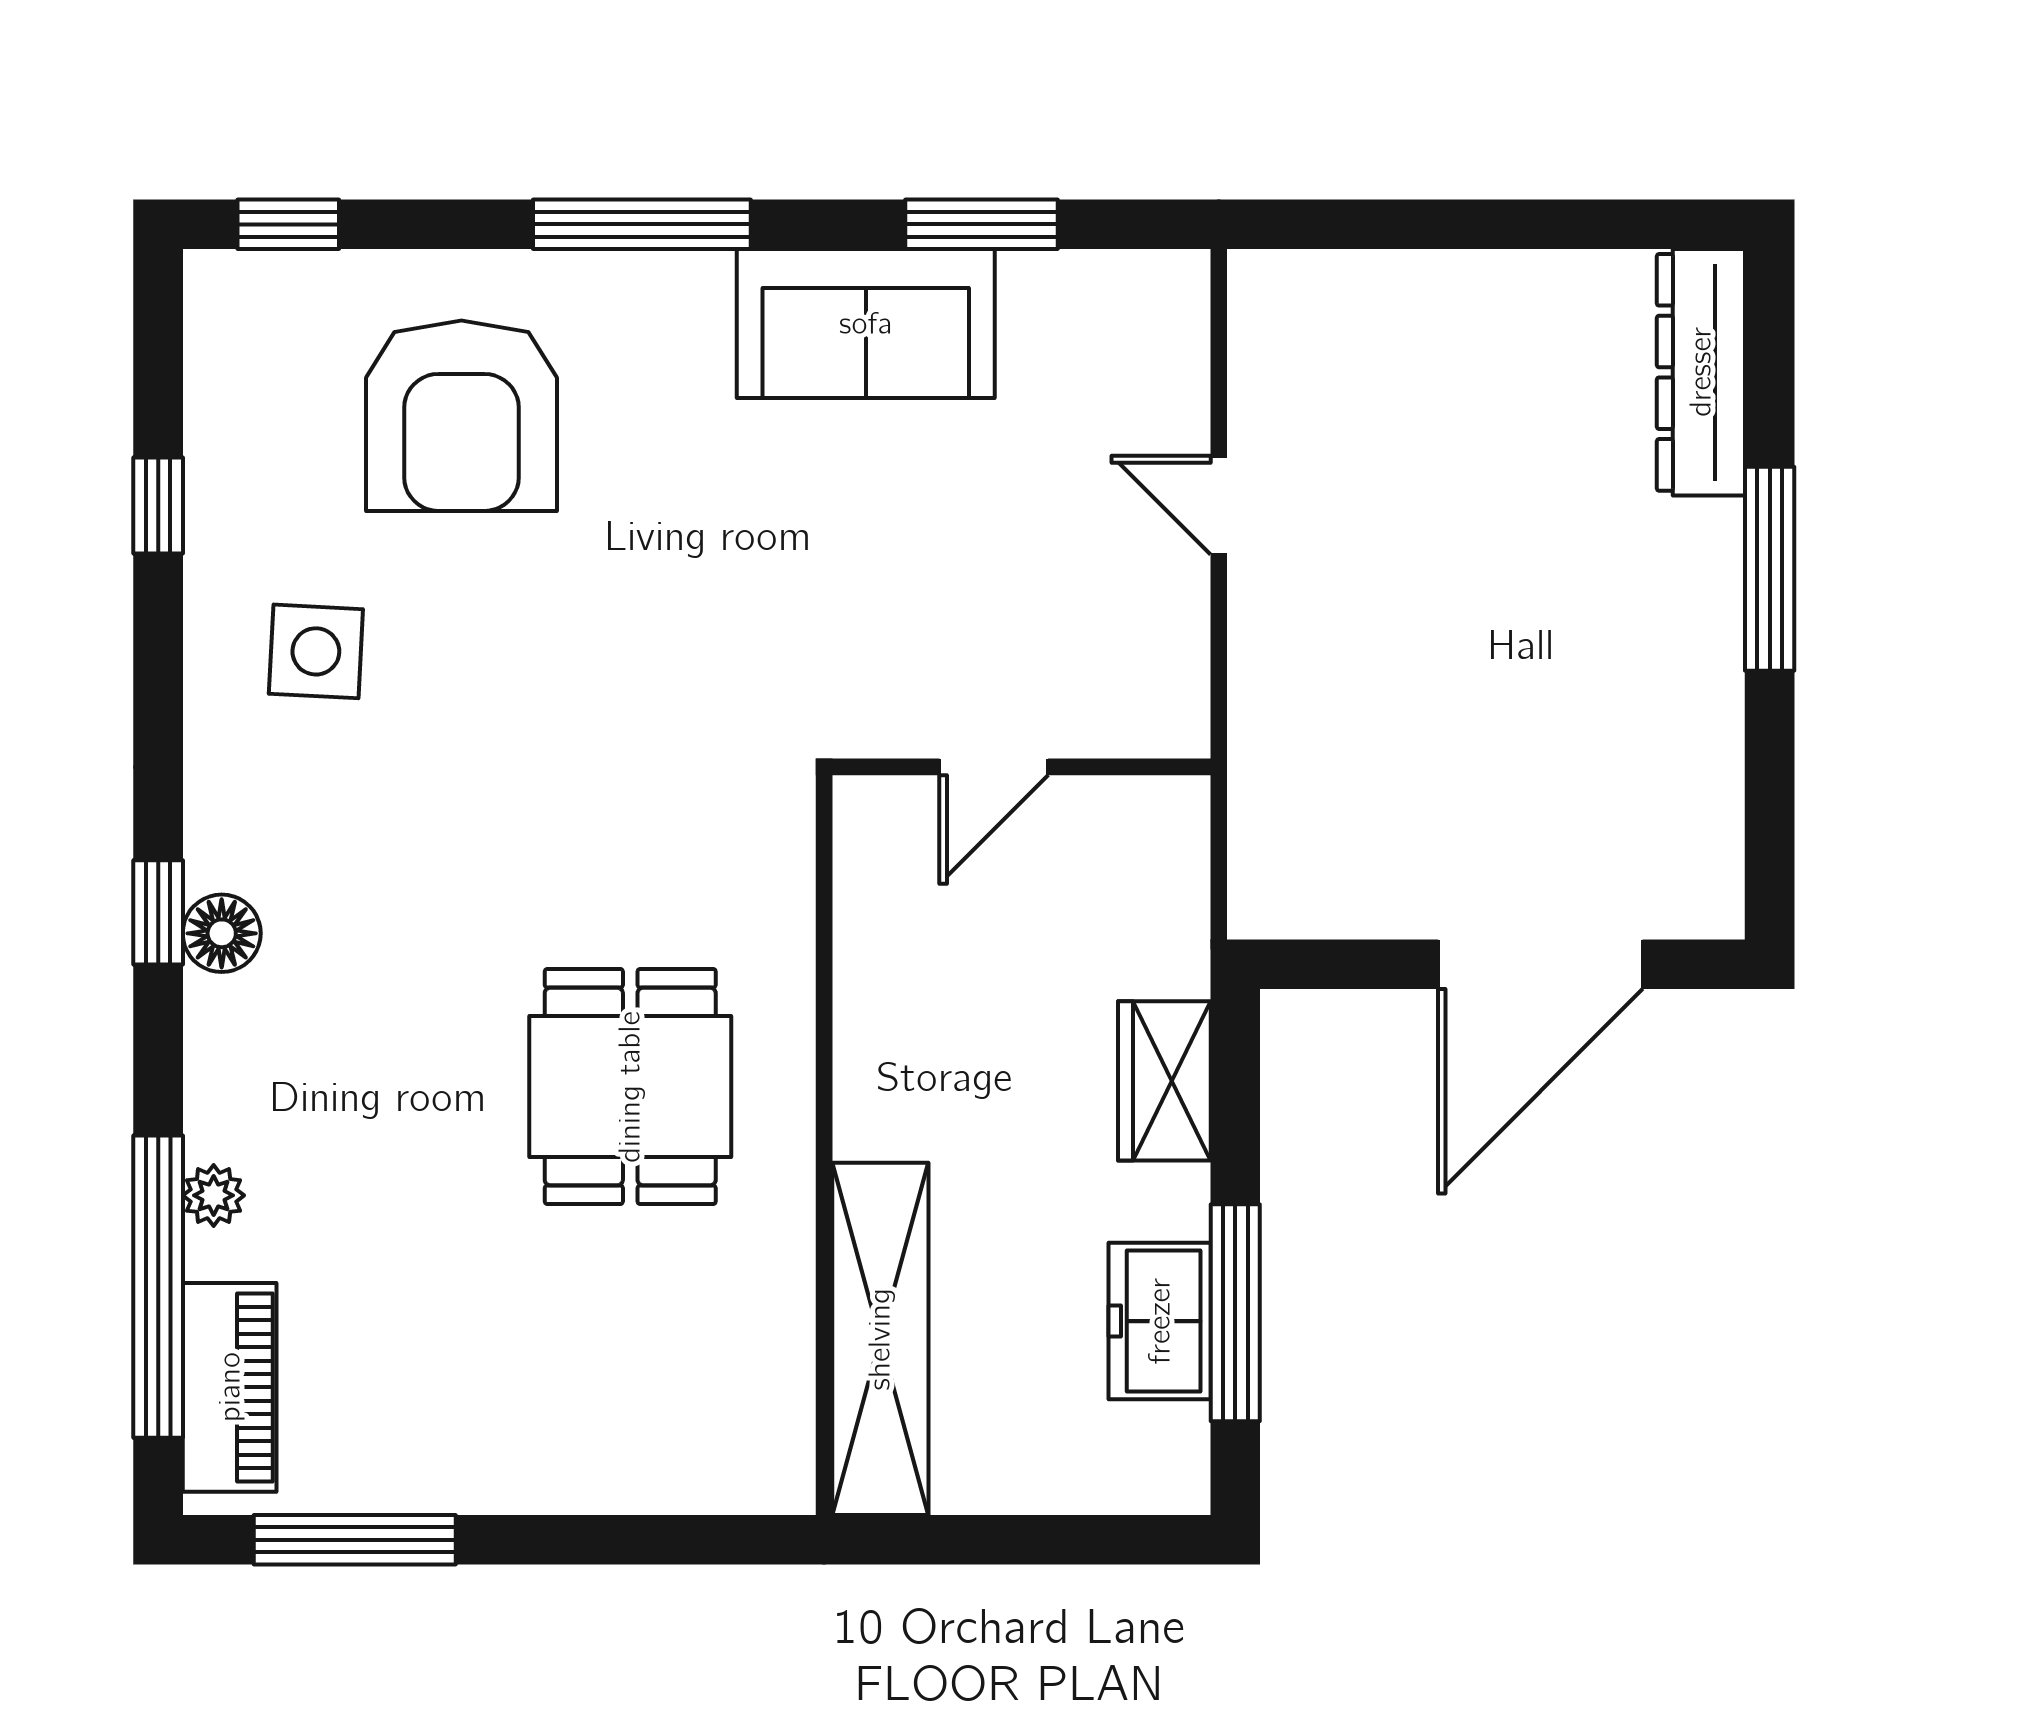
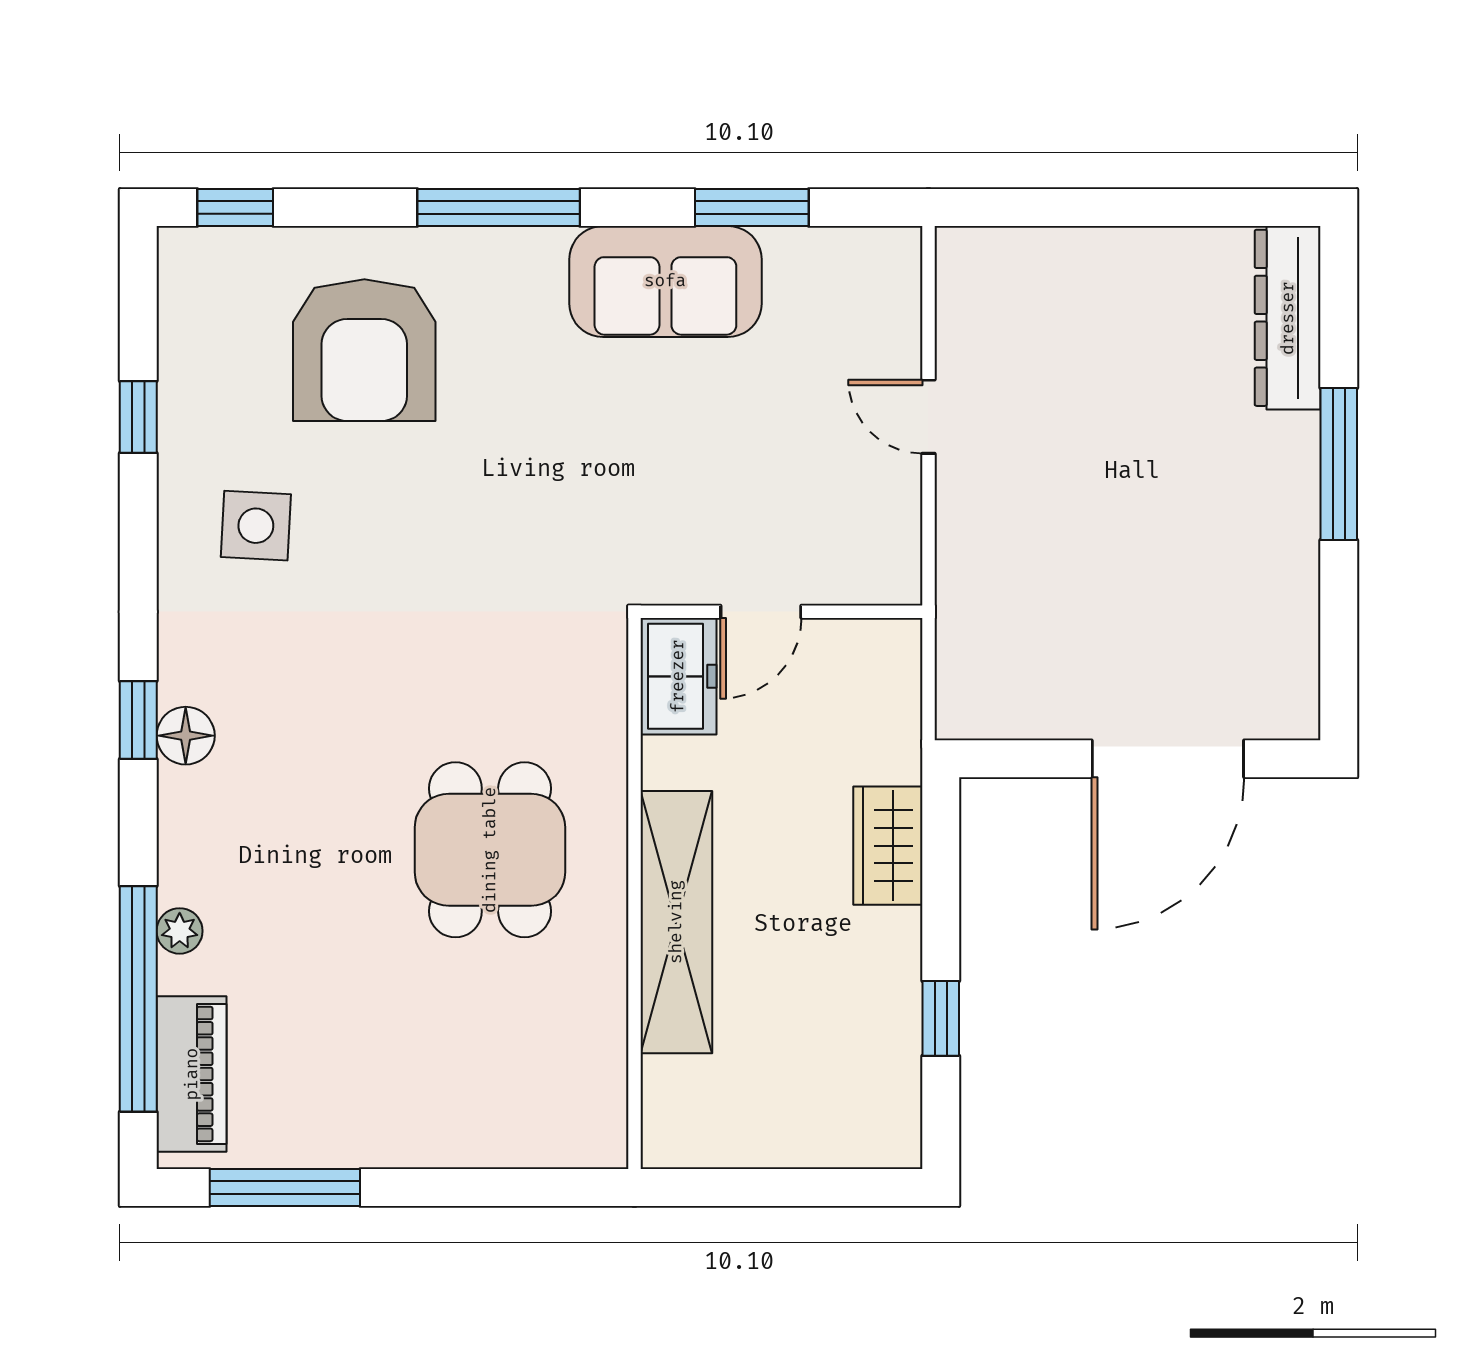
window: (1235, 1313) -> (941, 1018), width x0.46
freezer: (1160, 1321) -> (678, 676), moved, turned 180
shelving: (880, 1339) -> (676, 922), moved

